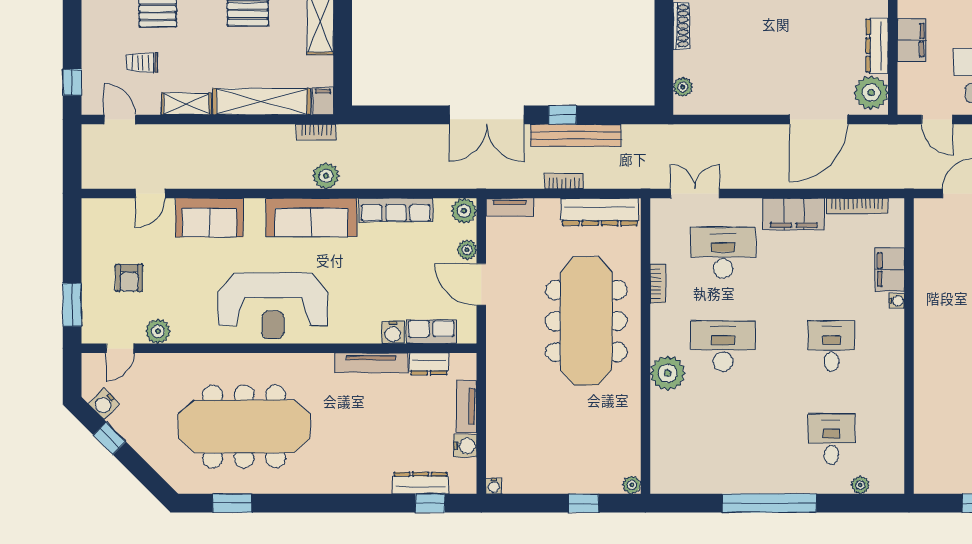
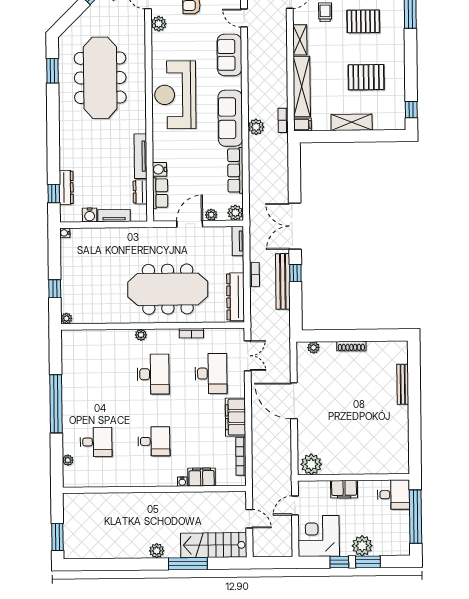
dresser: (877, 46) -> (340, 468), removed
door: (818, 119) -> (294, 401), moved
plant: (668, 373) -> (141, 335), width x0.53, depth x0.53

